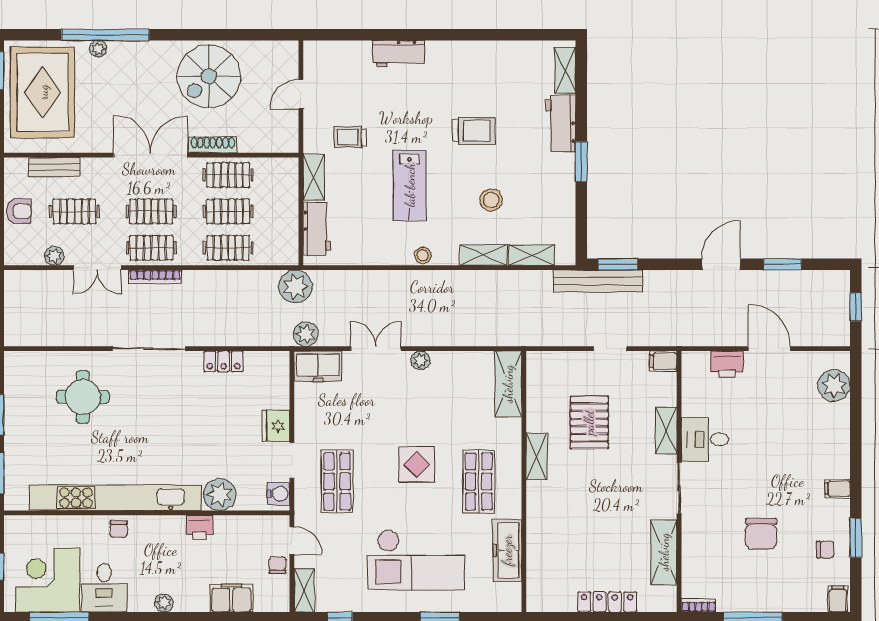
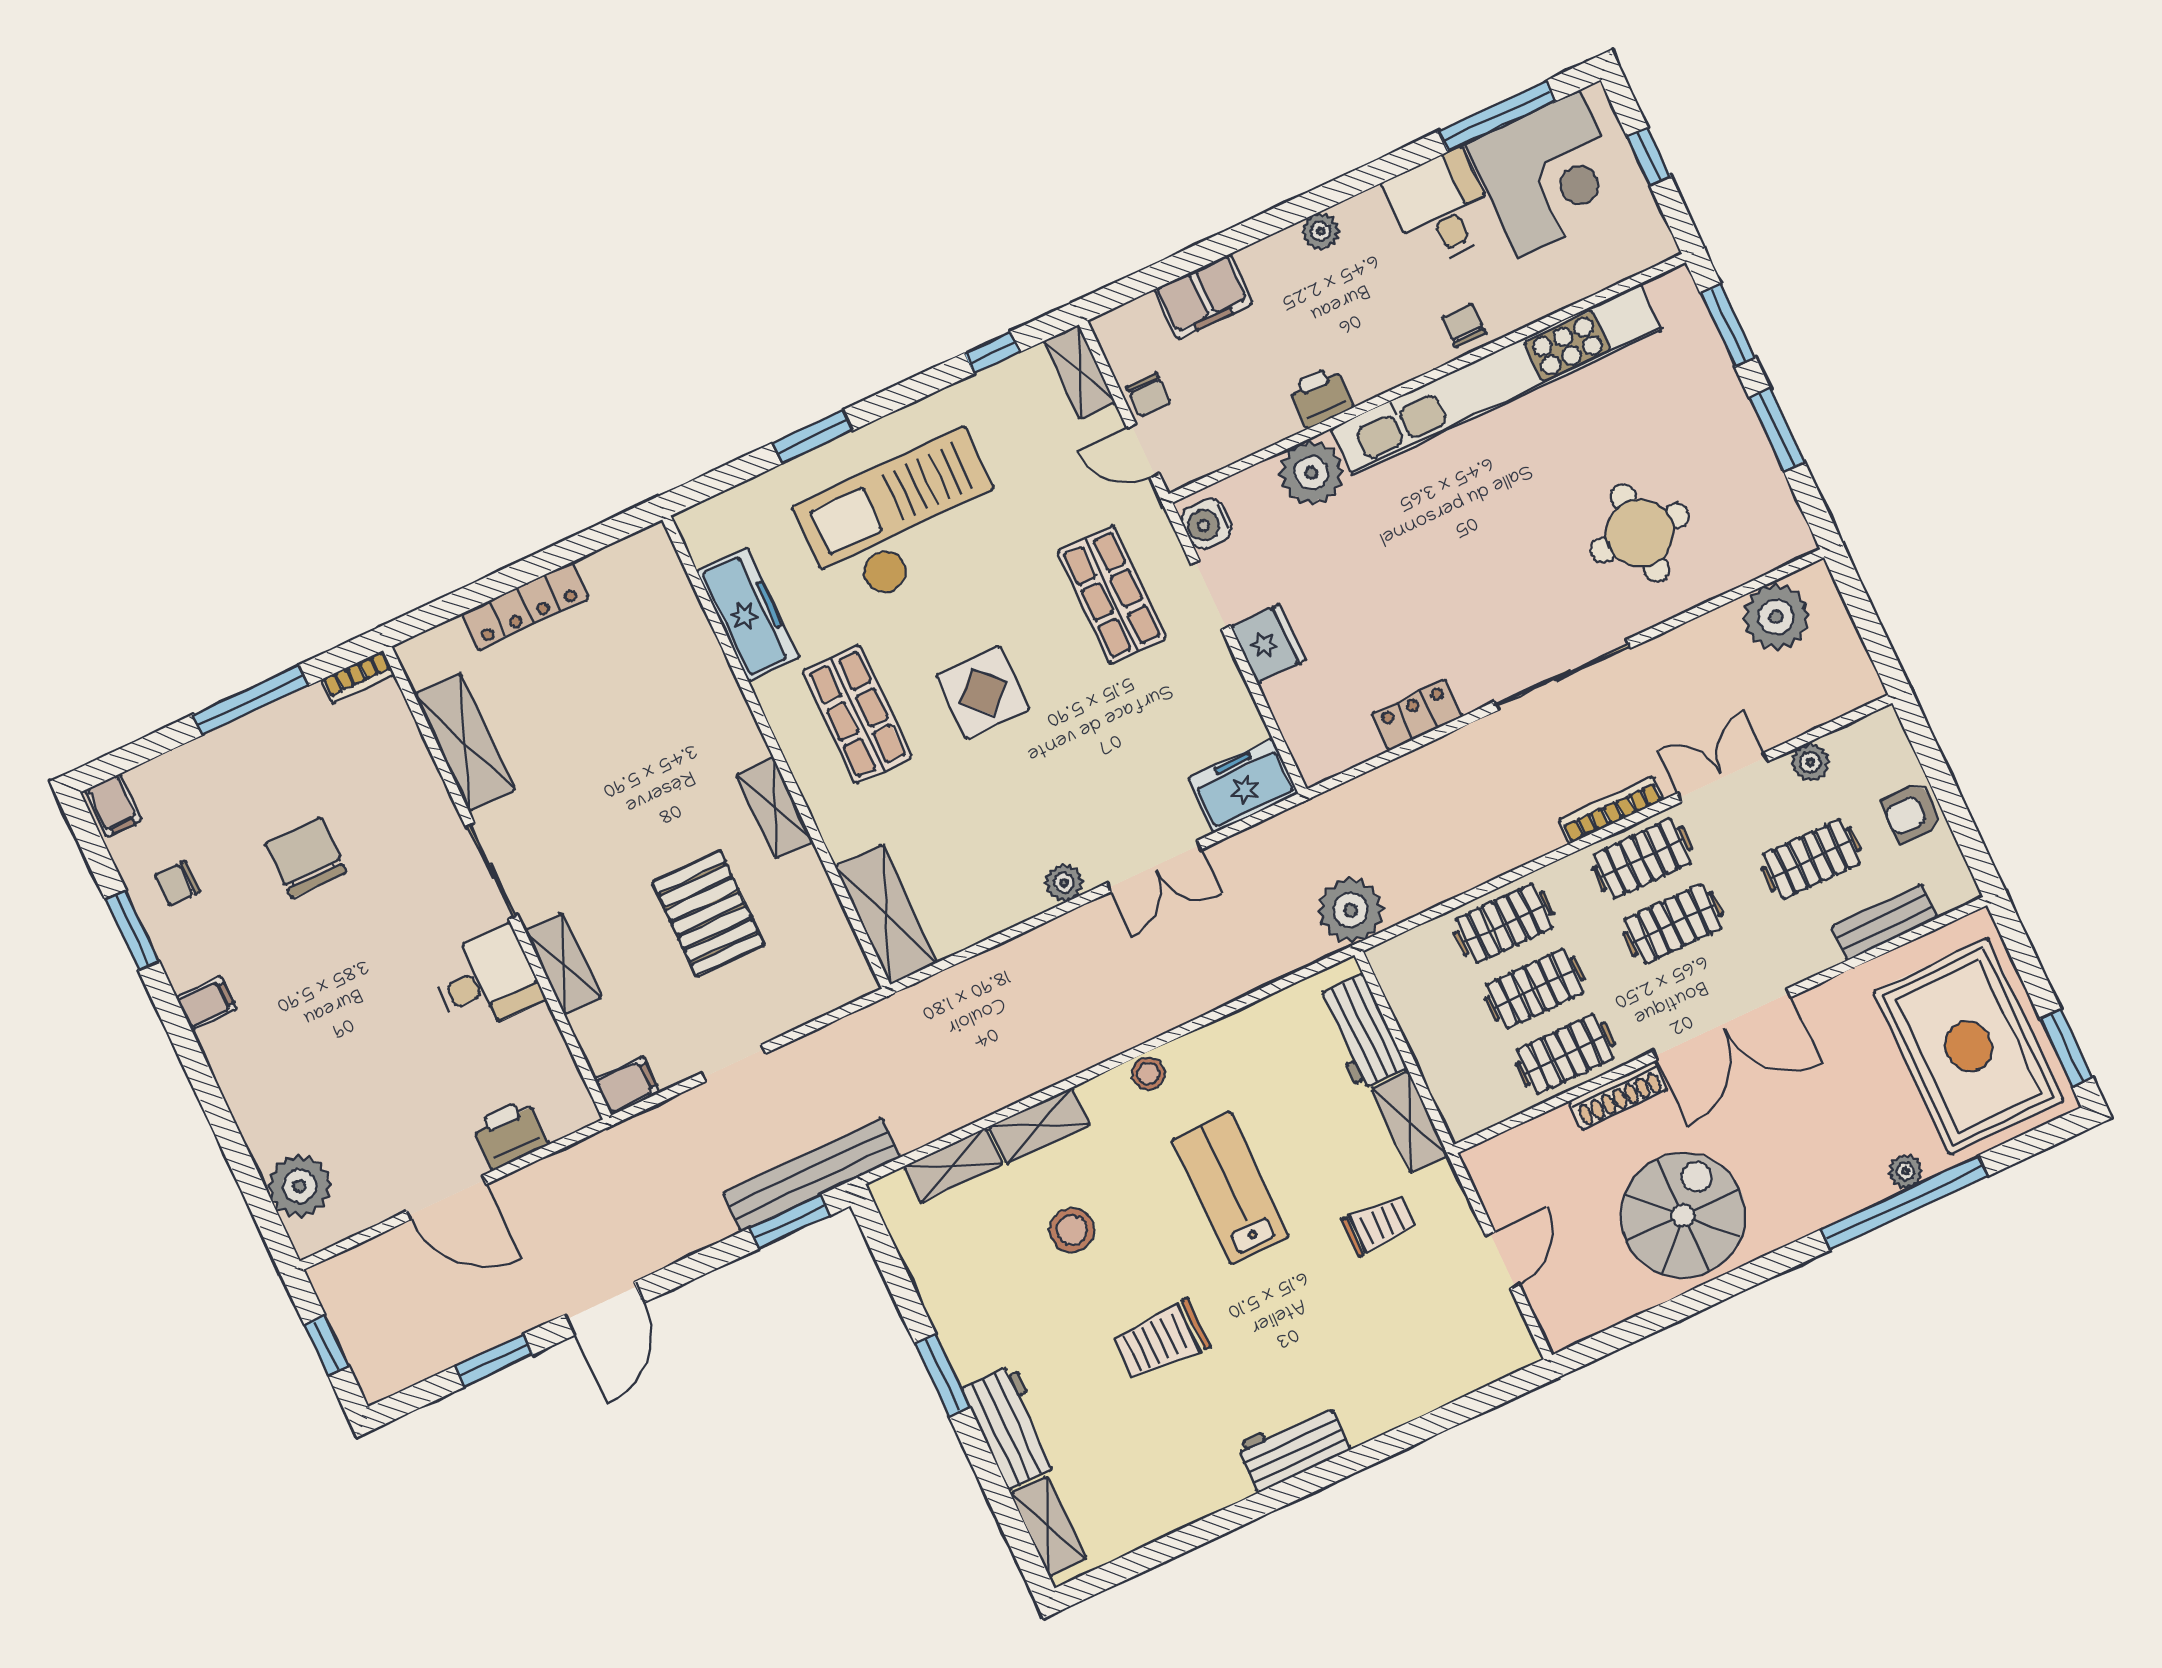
workbench: (399, 54) -> (1293, 1447), moved
plant: (306, 334) -> (1776, 617), moved, width x1.36, depth x1.36

